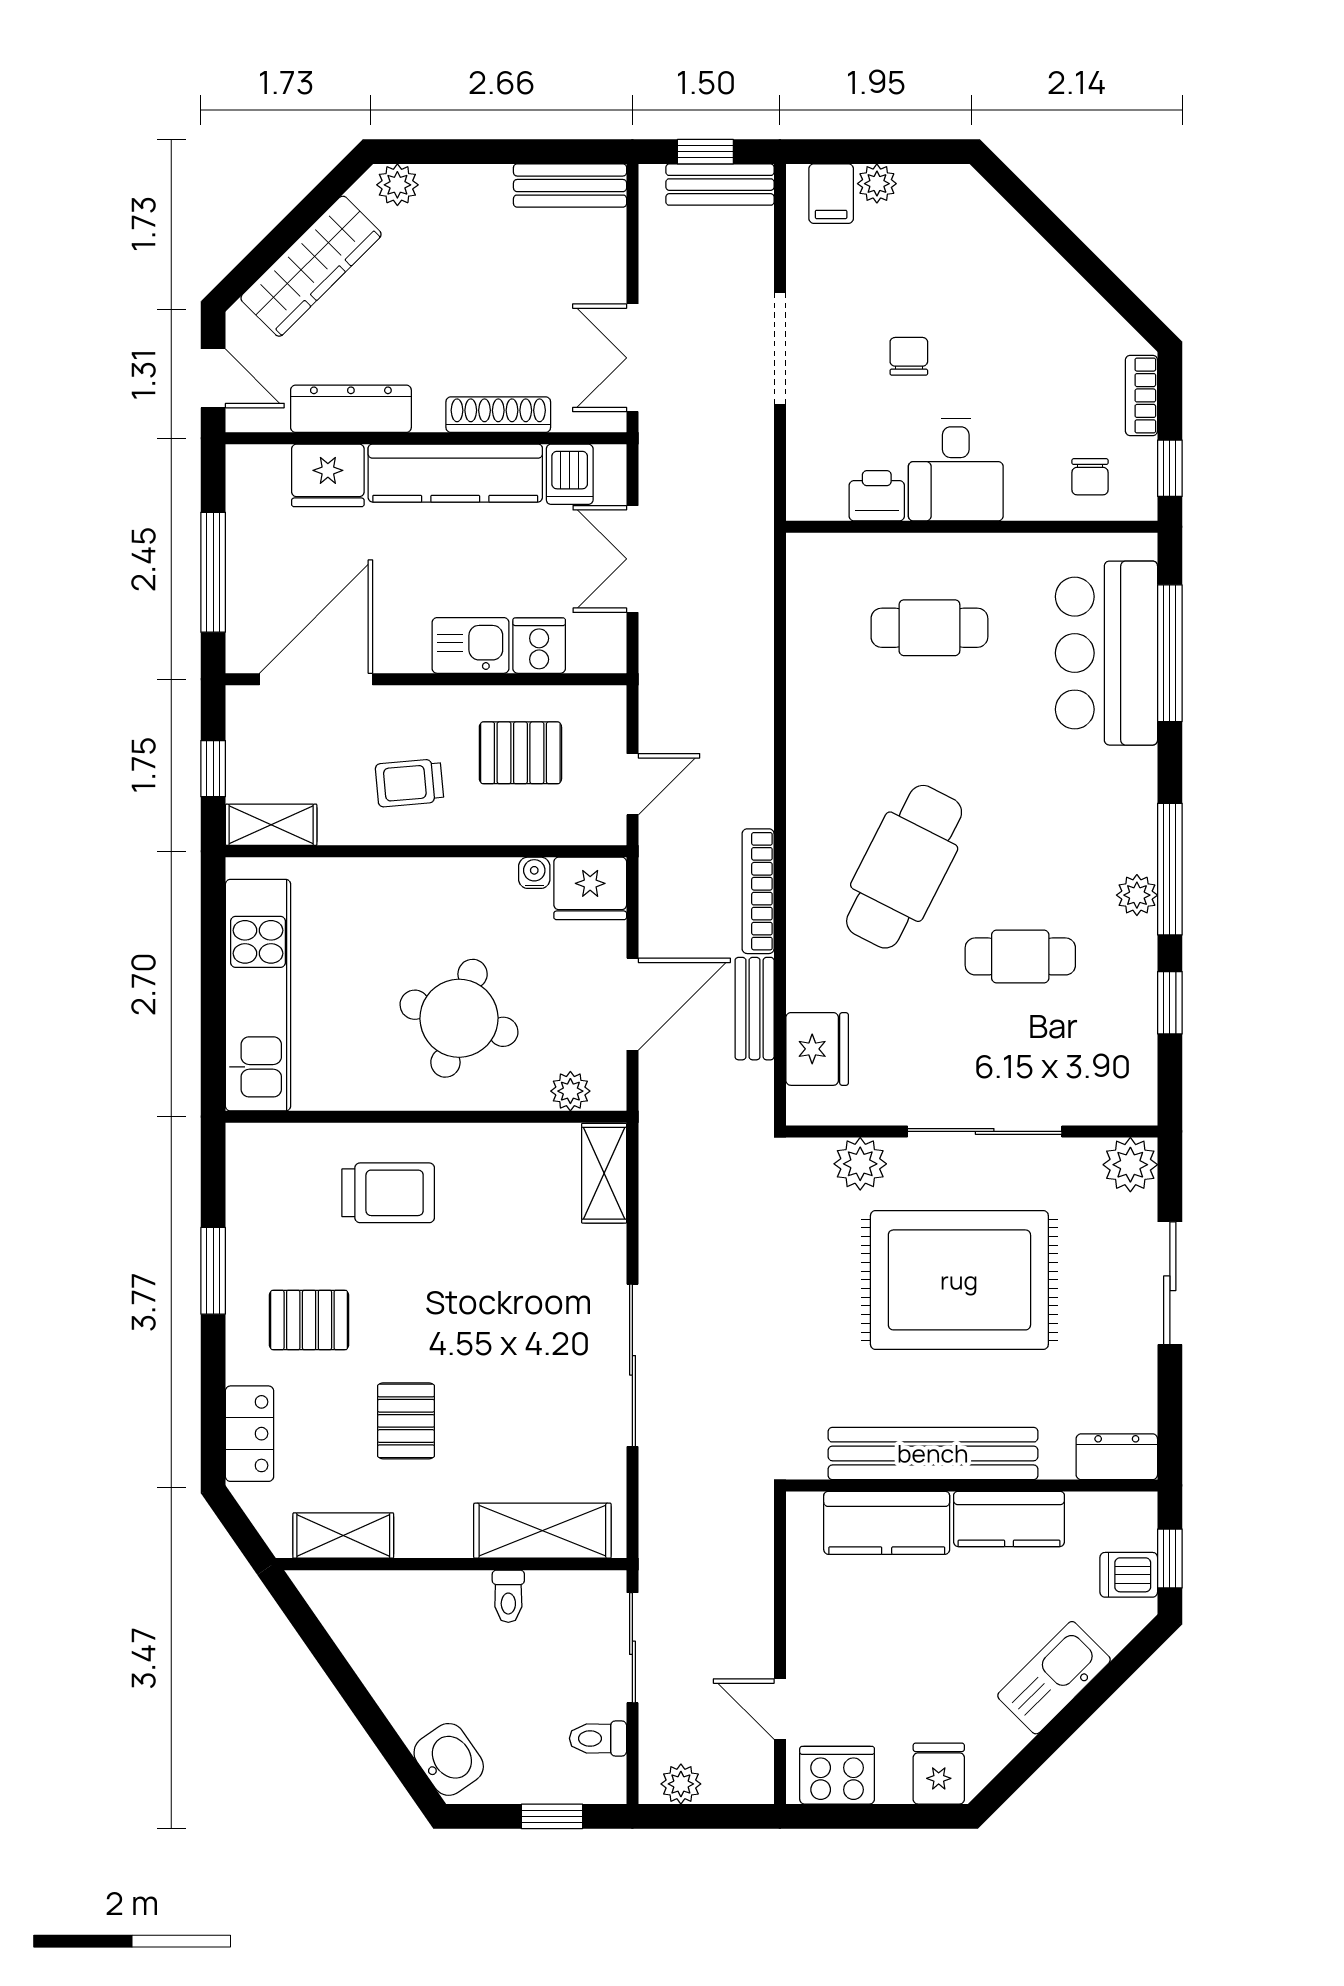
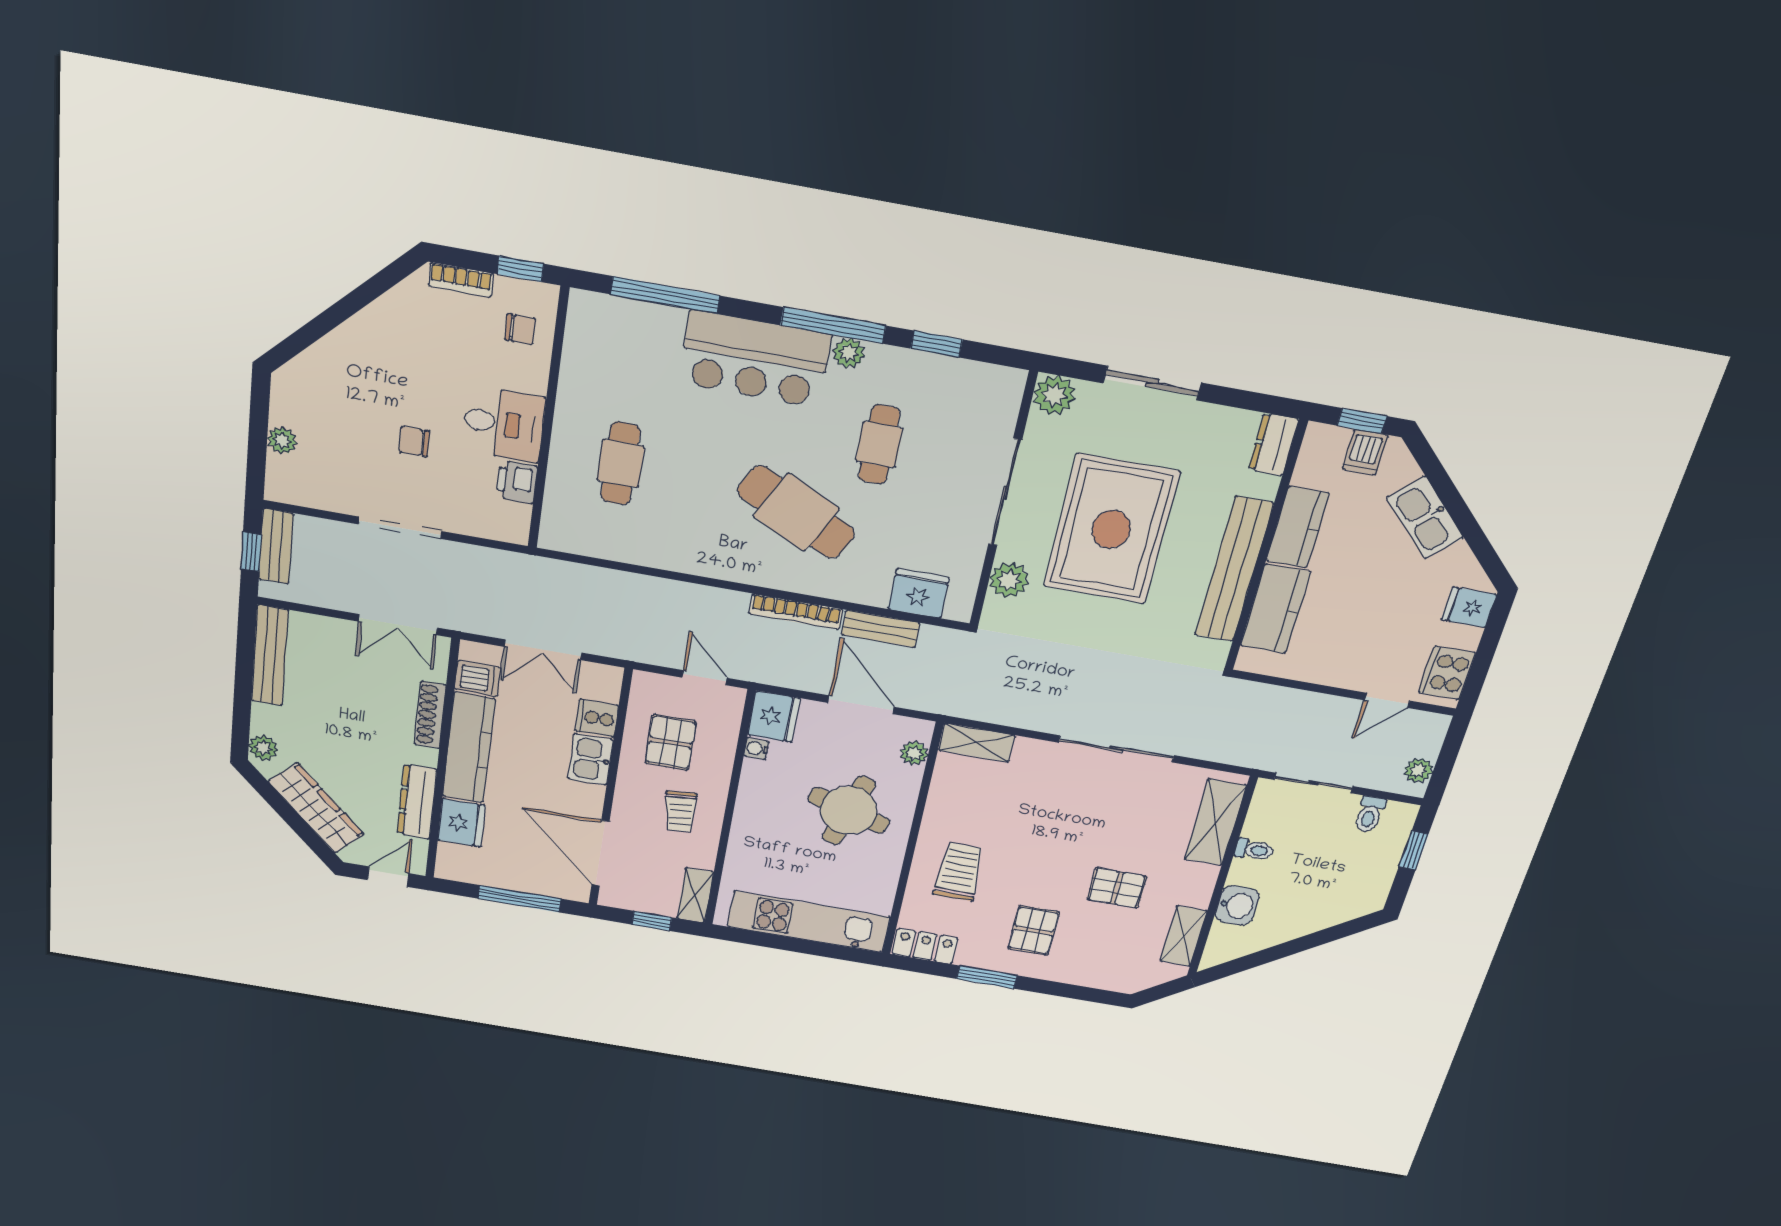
bench: (570, 186) -> (270, 655), width x1.36
filing cabinet: (831, 194) -> (288, 473), removed
bar counter: (1106, 653) -> (755, 359), moved
locker: (249, 1434) -> (925, 946), moved
washbasin: (449, 1759) -> (1237, 905), moved, turned 125

